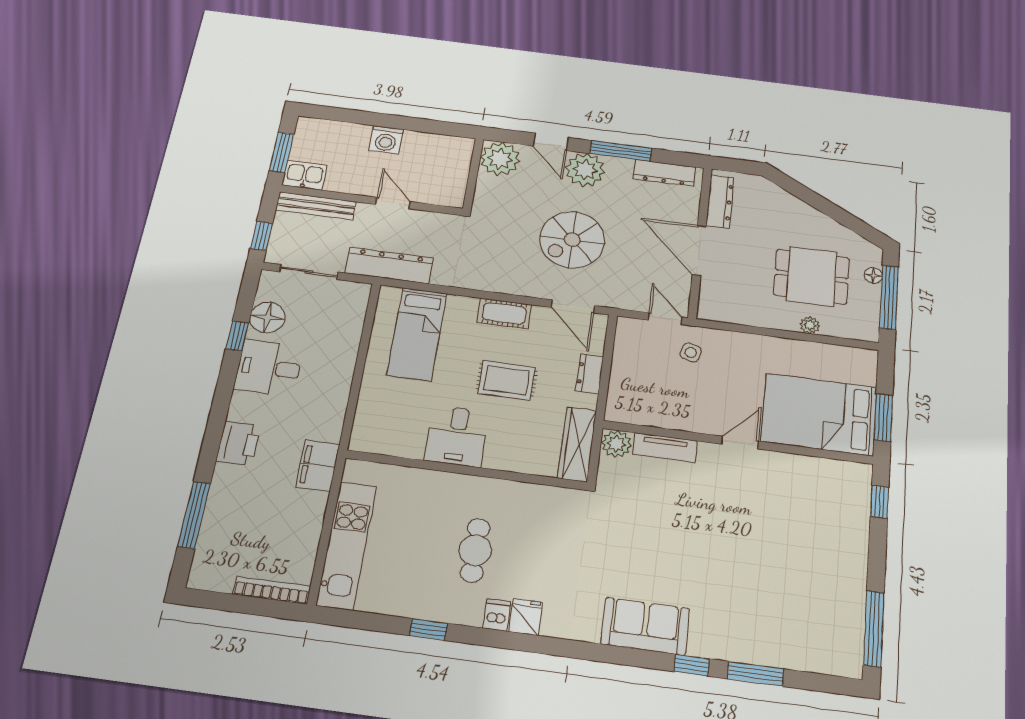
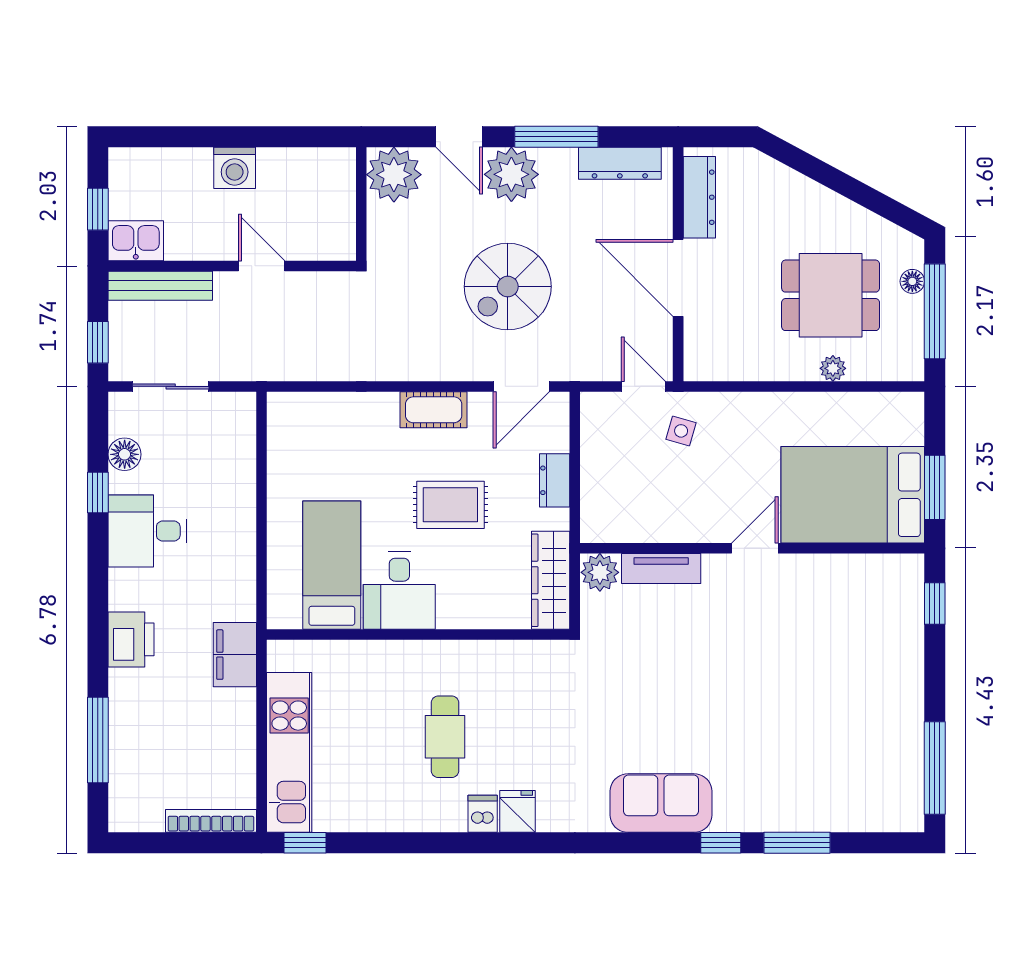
window: (282, 152) -> (98, 209), width x0.67
dresser: (389, 266) -> (273, 361), removed
door: (573, 306) -> (521, 386), hinge flipped
floor lamp: (267, 317) -> (125, 454), width x0.73, depth x0.73
bed: (417, 334) -> (332, 565), moved, turned 180
window: (428, 629) -> (305, 843), moved

